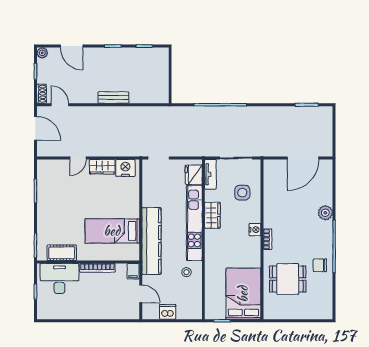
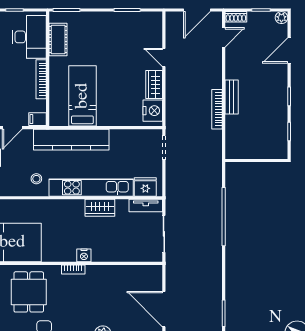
bookcase: (124, 111) -> (217, 109), added
side table: (242, 193) -> (125, 241), removed

